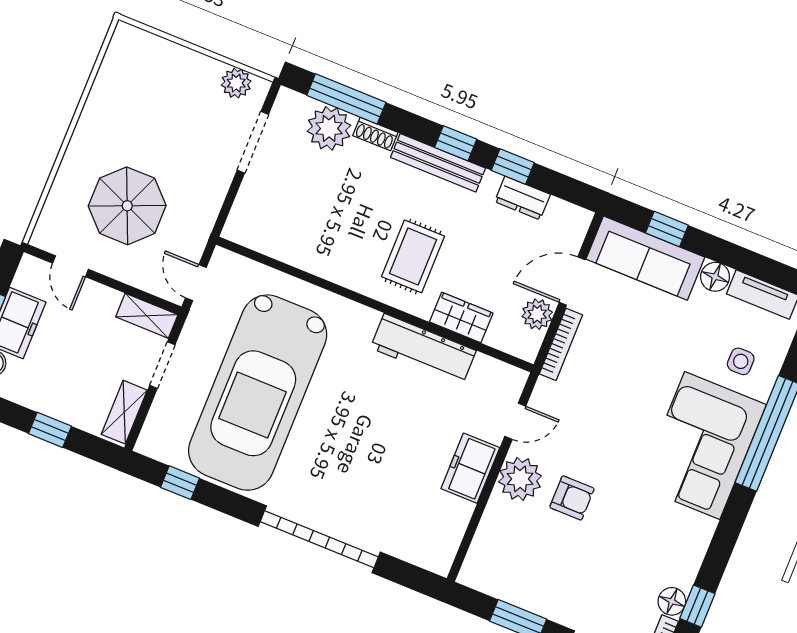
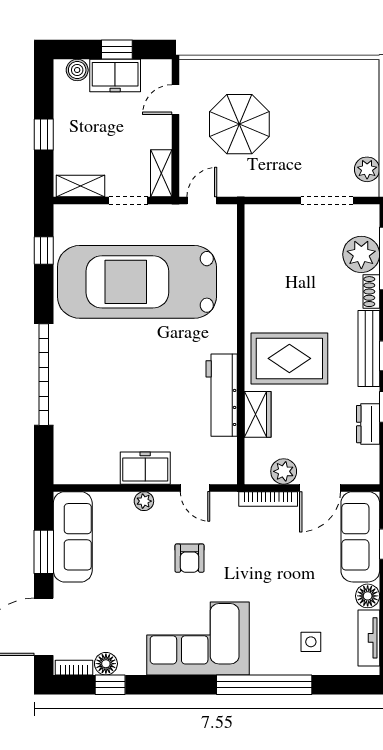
rug: (413, 256) -> (289, 358), width x1.36, depth x1.43
door: (572, 281) -> (320, 488), swing flipped
corner sofa: (702, 445) -> (198, 639), moved
plant: (520, 479) -> (144, 501), width x0.53, depth x0.53
armchair: (572, 498) -> (190, 558), moved
sofa: (514, 581) -> (73, 537), added

